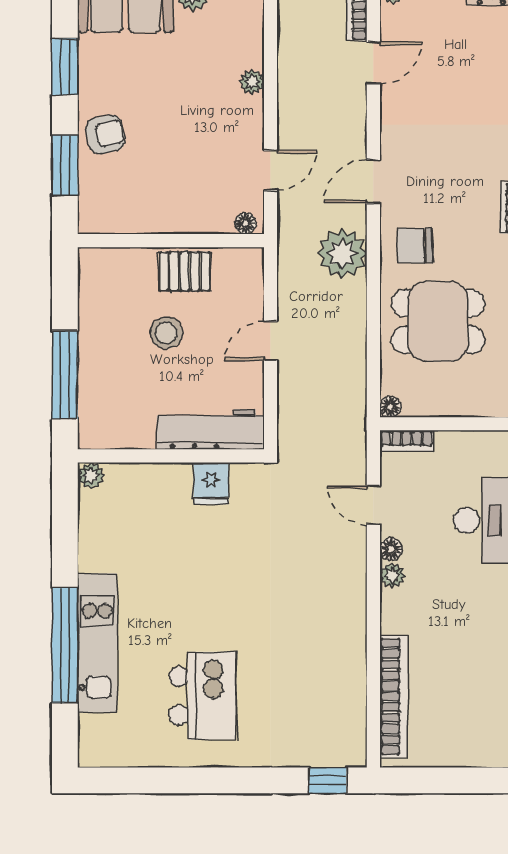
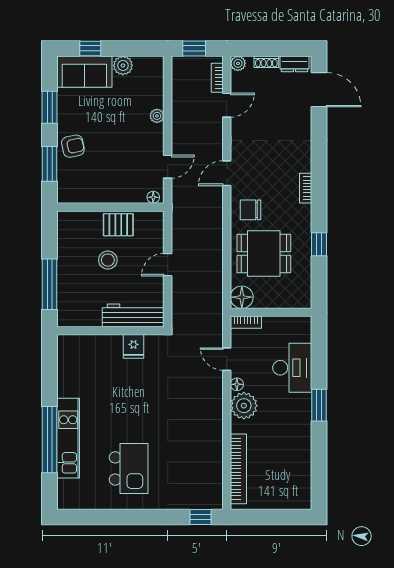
plant: (342, 253) -> (209, 214), removed
floor lamp: (390, 407) -> (242, 297), width x1.89, depth x1.89
plant: (91, 476) -> (65, 342), removed
plant: (392, 575) -> (244, 406), width x1.88, depth x1.88

